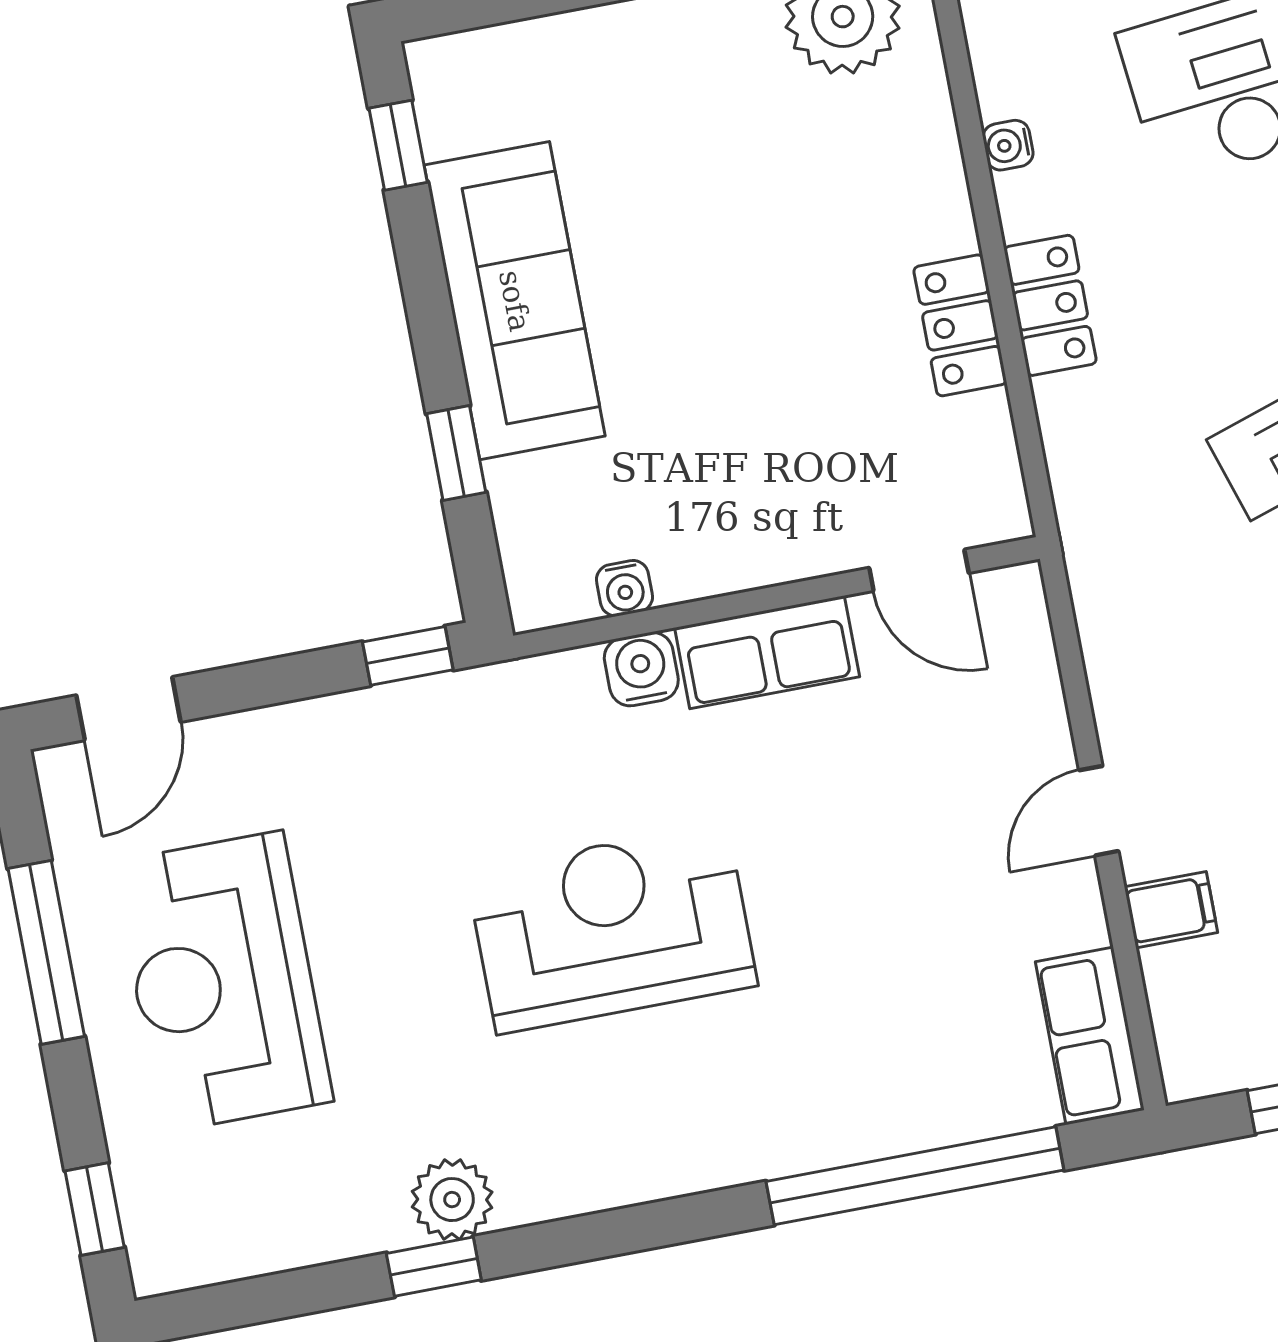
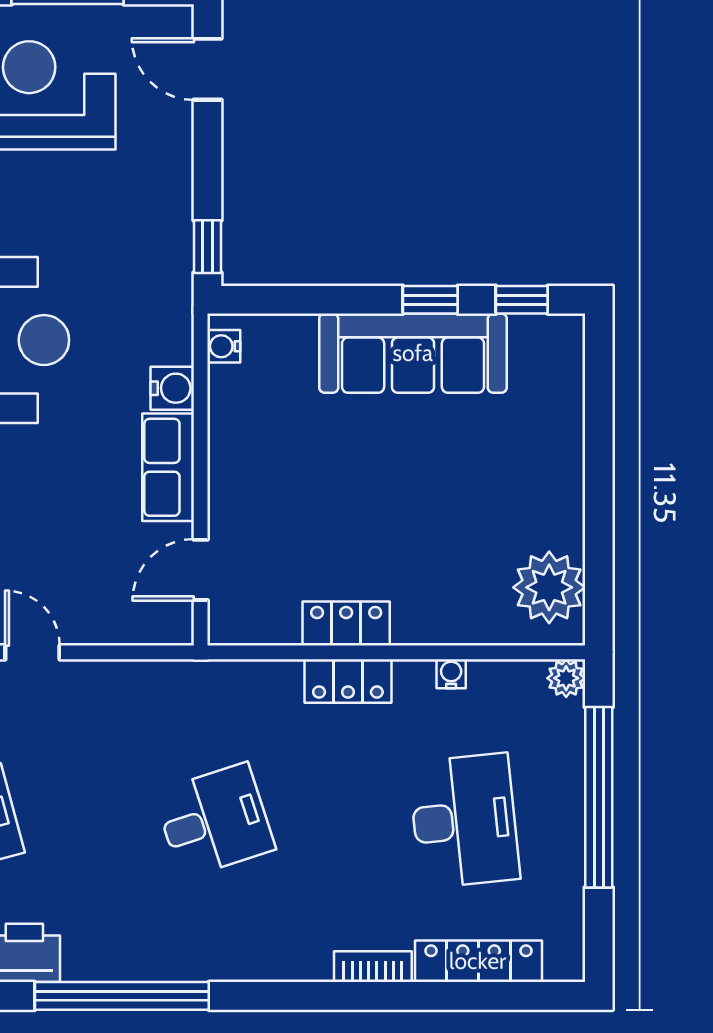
window: (456, 453) -> (430, 300), moved
water cooler: (624, 588) -> (224, 346), moved

